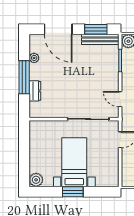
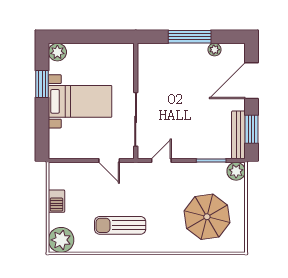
dresser: (35, 91) -> (172, 51), removed
window: (73, 192) -> (42, 84), moved

